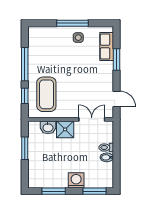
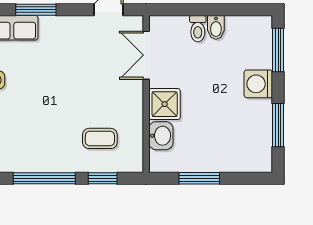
coffee table: (46, 94) -> (100, 138), width x0.54, depth x0.58

